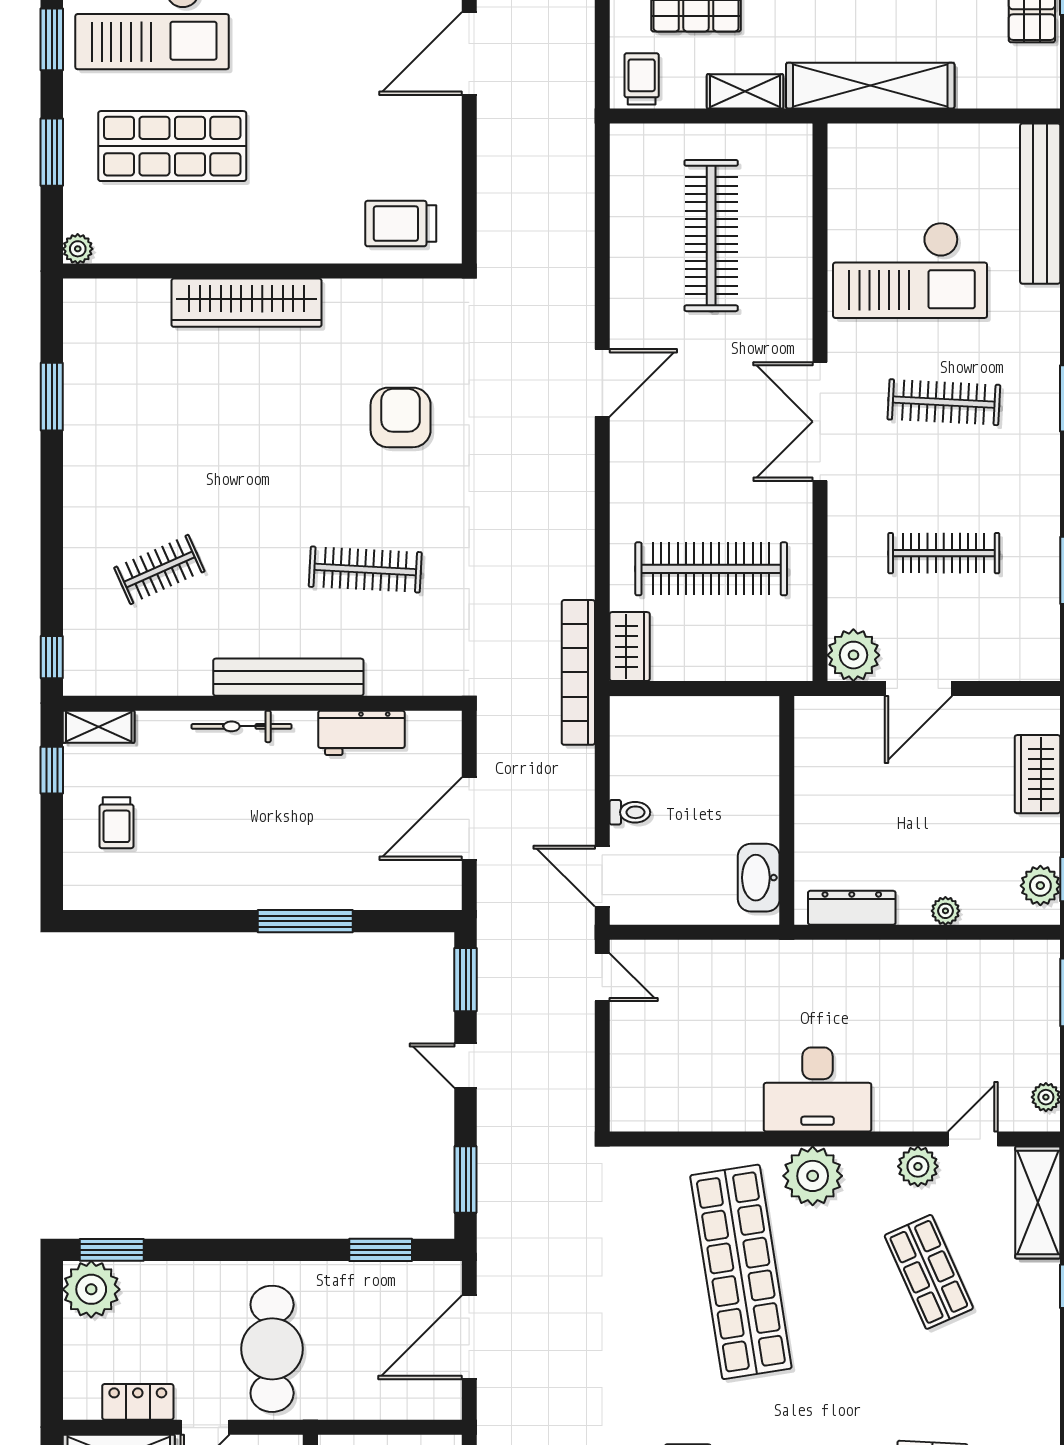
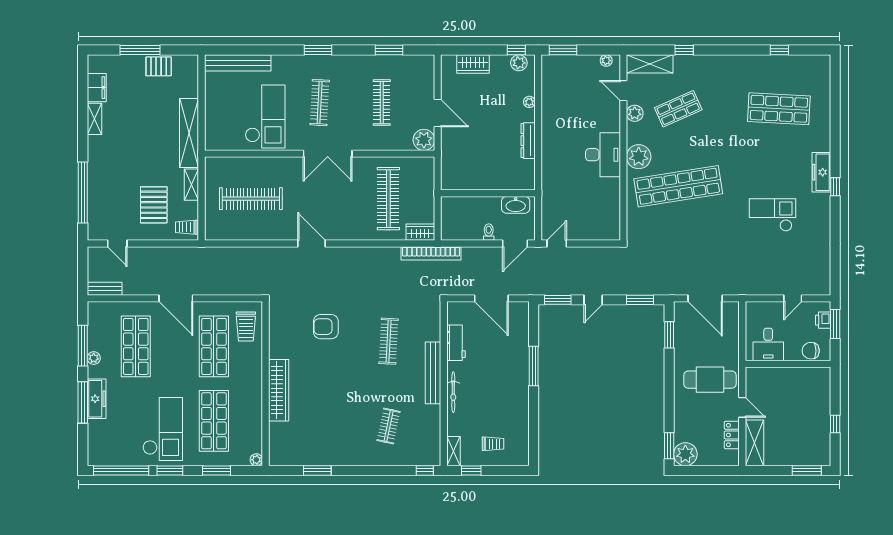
shop shelf: (353, 146) -> (214, 346), added
clothes rail: (159, 569) -> (389, 426), turned 36
wall: (787, 810) -> (488, 193), moved
washbasin: (759, 878) -> (516, 205), moved

